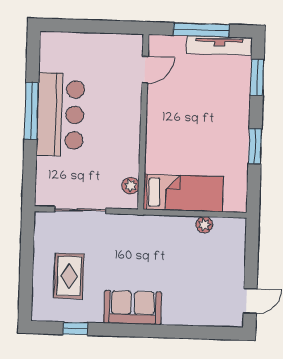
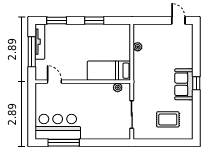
window: (31, 111) -> (64, 143), moved
bar counter: (60, 114) -> (58, 127), moved
bed: (183, 193) -> (109, 71), moved, turned -90
window: (75, 329) -> (196, 83), moved

